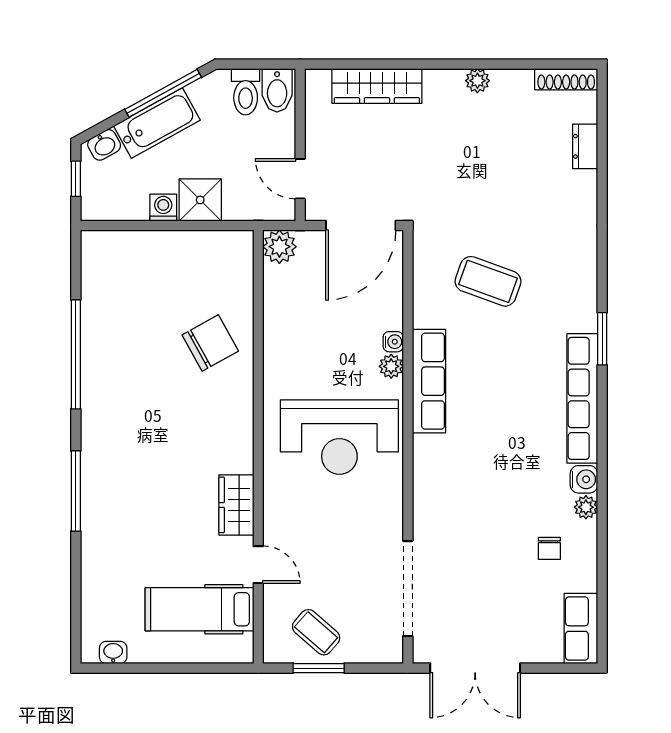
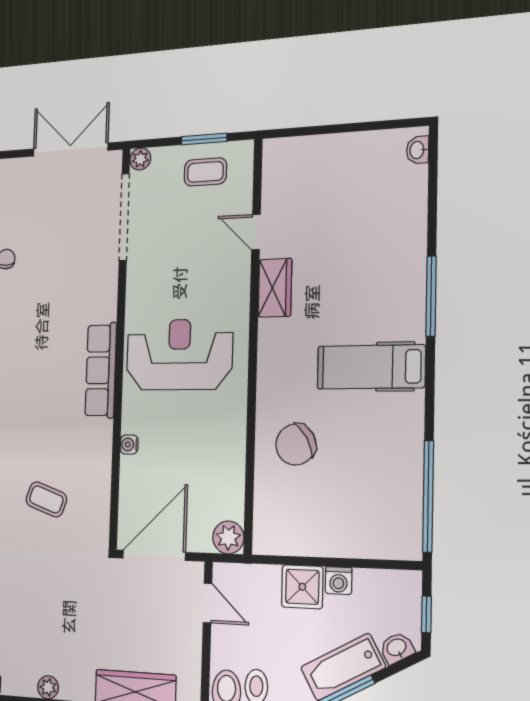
coffee table: (488, 281) -> (46, 499), width x0.73, depth x0.77
window: (76, 354) -> (428, 496), moved
plant: (391, 366) -> (140, 159), moved
row of seats: (429, 381) -> (101, 370), moved
hospital bed: (199, 609) -> (371, 367), moved, turned 180
coffee table: (316, 632) -> (205, 172), turned -41
washbasin: (113, 652) -> (418, 150), moved, turned 90

